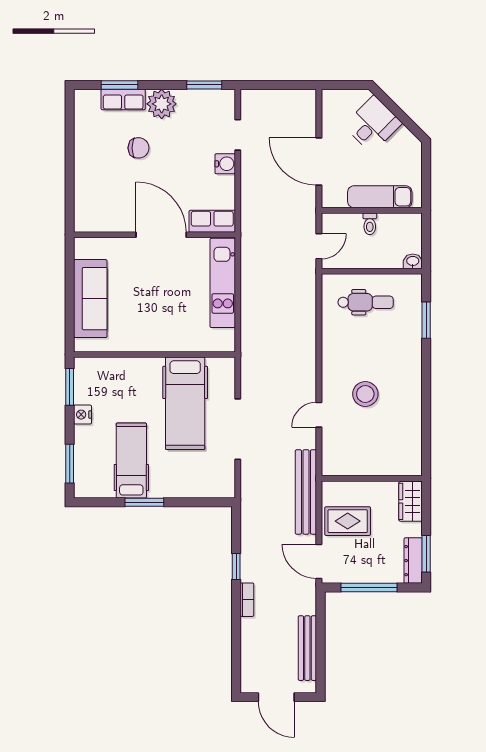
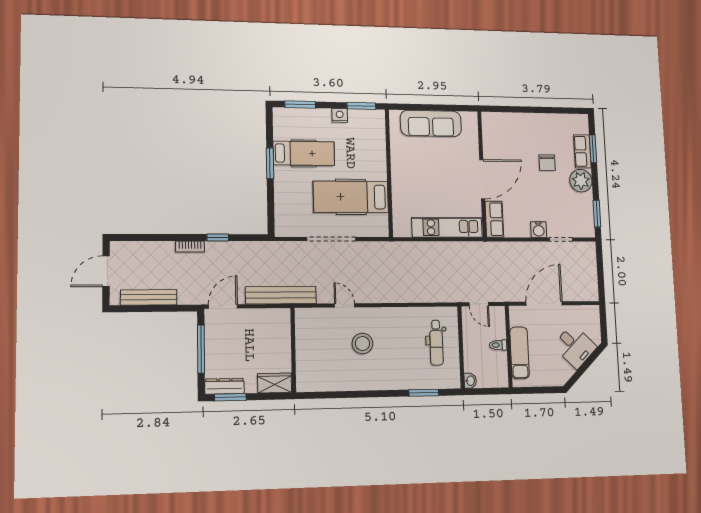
rug: (348, 521) -> (257, 330), removed

